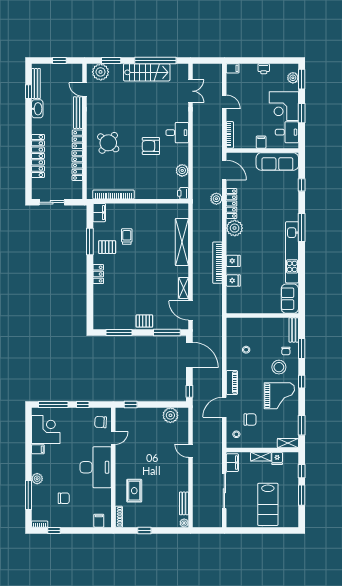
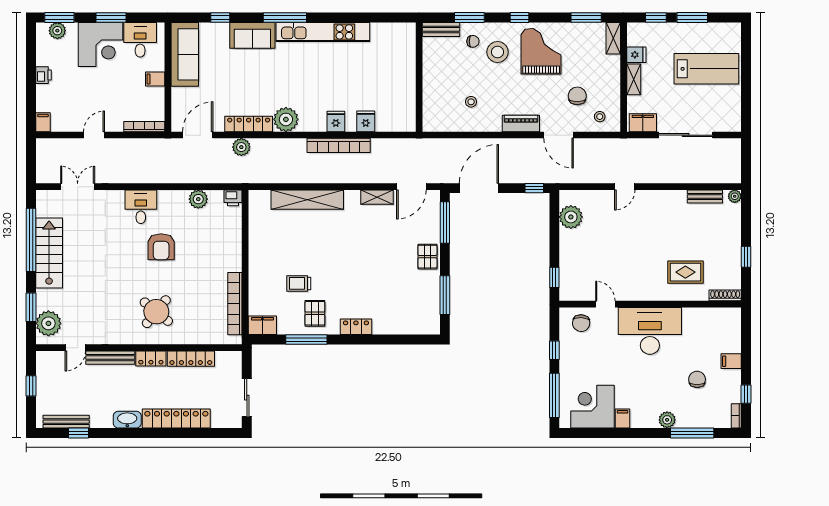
washbasin: (37, 109) -> (127, 420), moved
sofa: (290, 299) -> (252, 35), moved
filing cabinet: (99, 521) -> (731, 361), moved

